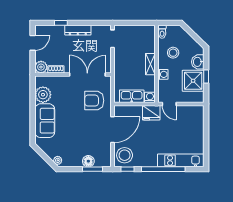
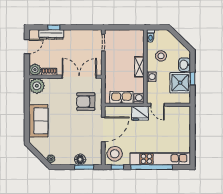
dresser: (78, 30) -> (51, 34), moved
plant: (43, 95) -> (37, 86), moved
kitchen unit: (181, 160) -> (160, 159), width x1.36

